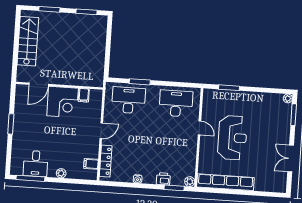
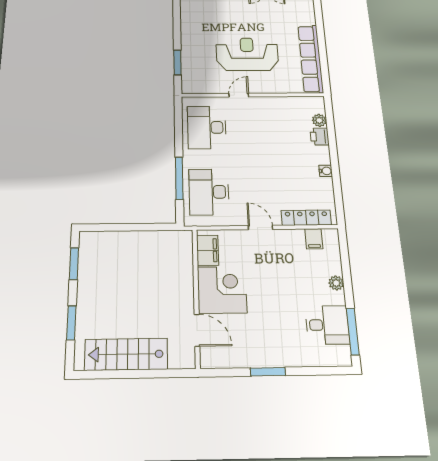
window: (140, 82) -> (179, 178), width x1.44
filing cabinet: (84, 95) -> (208, 250), width x2.00
plant: (190, 182) -> (319, 120), moved
window: (174, 188) -> (330, 122), removed

